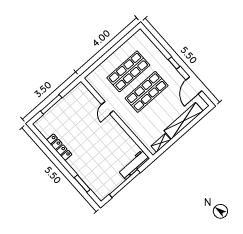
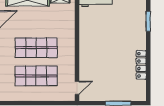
door: (107, 108) -> (77, 88), moved

